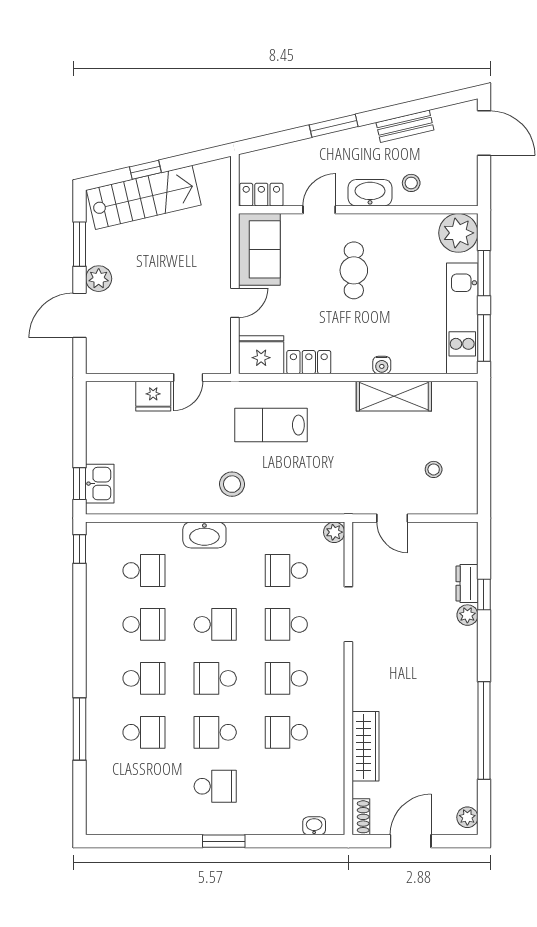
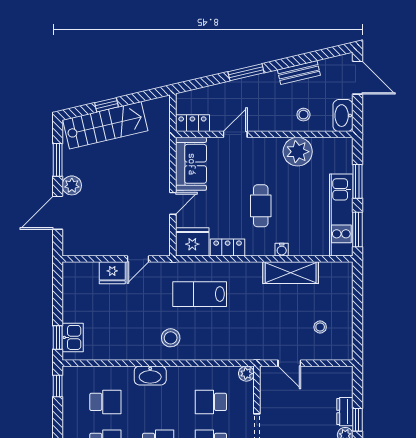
washbasin: (370, 193) -> (343, 116), moved, turned -90
plant: (458, 233) -> (298, 152), moved
cafe table: (354, 270) -> (261, 206), moved

